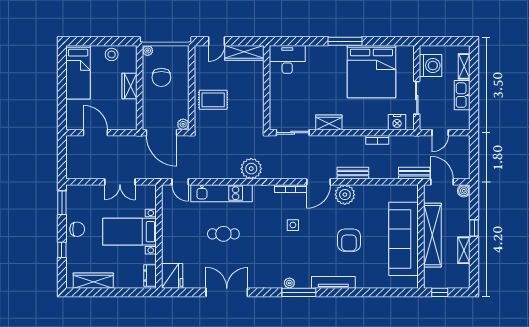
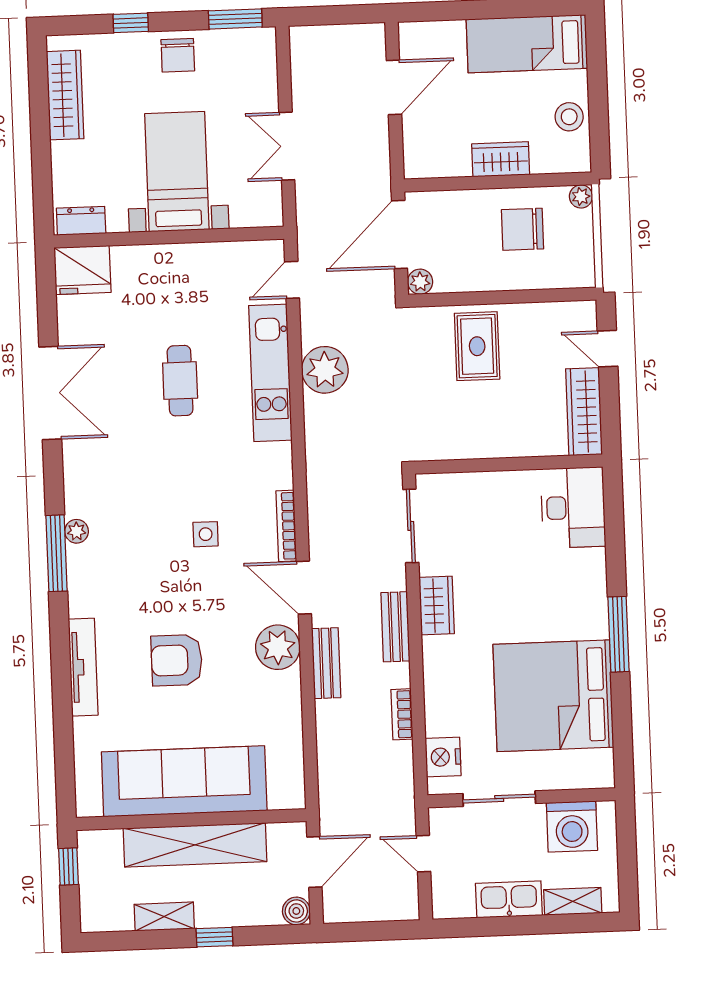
plant: (251, 169) -> (325, 370), moved
bench: (414, 173) -> (395, 627), moved
tv unit: (333, 282) -> (83, 667), moved

